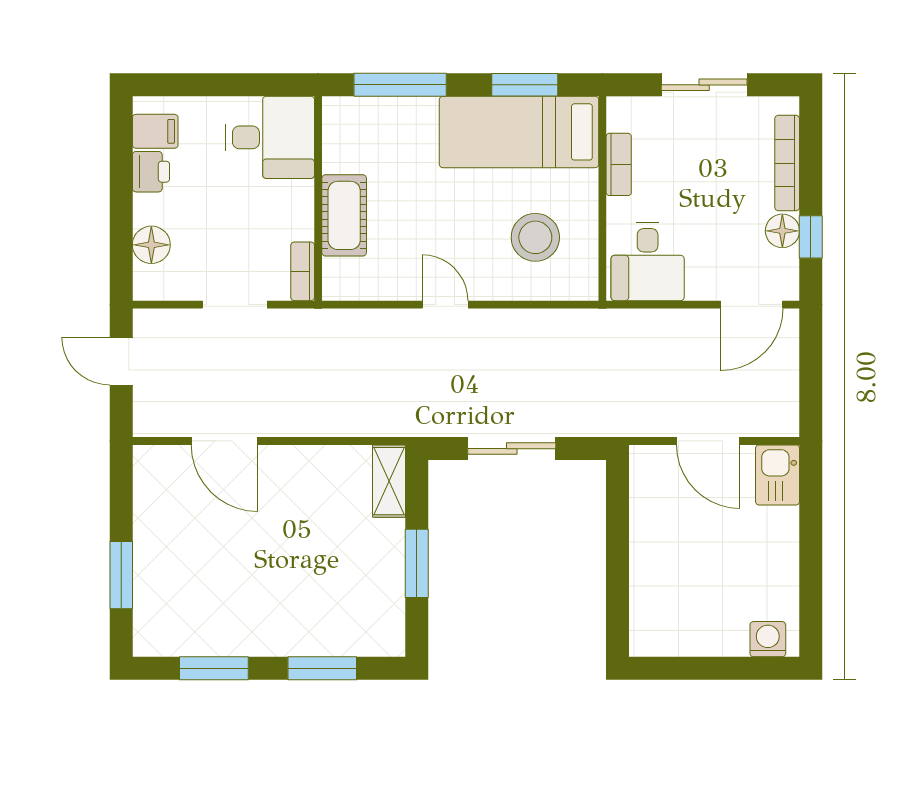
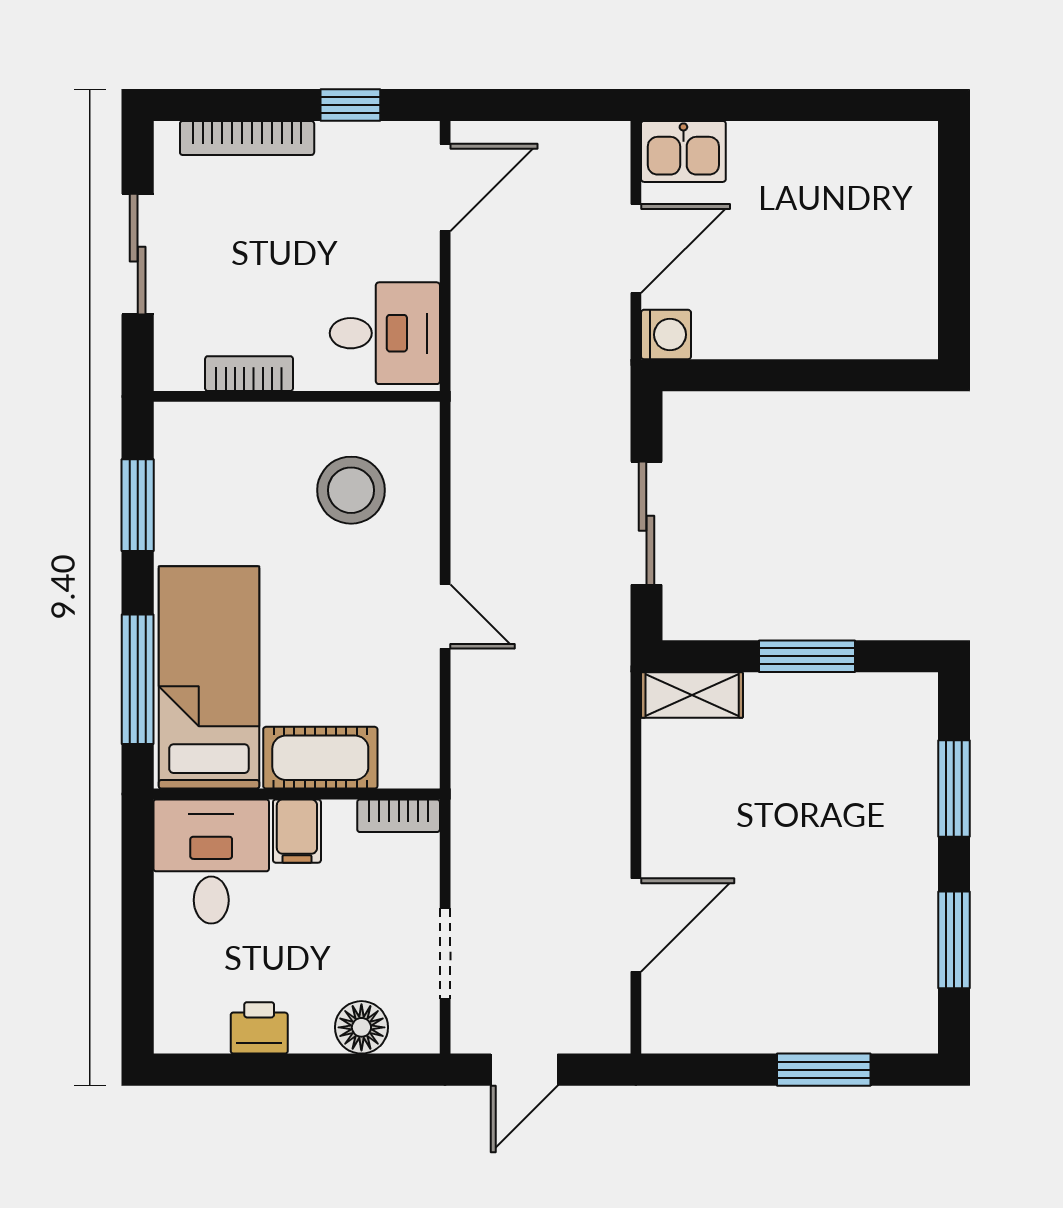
filing cabinet: (155, 131) -> (297, 831), moved, turned 180
bed: (519, 132) -> (209, 677), moved, turned 180
floor lamp: (782, 231) -> (342, 145), removed
doorway: (235, 305) -> (445, 954), moved
door: (445, 305) -> (445, 616), swing flipped
door: (752, 305) -> (445, 187), hinge flipped
washing machine: (768, 639) -> (666, 335), moved, turned 180

